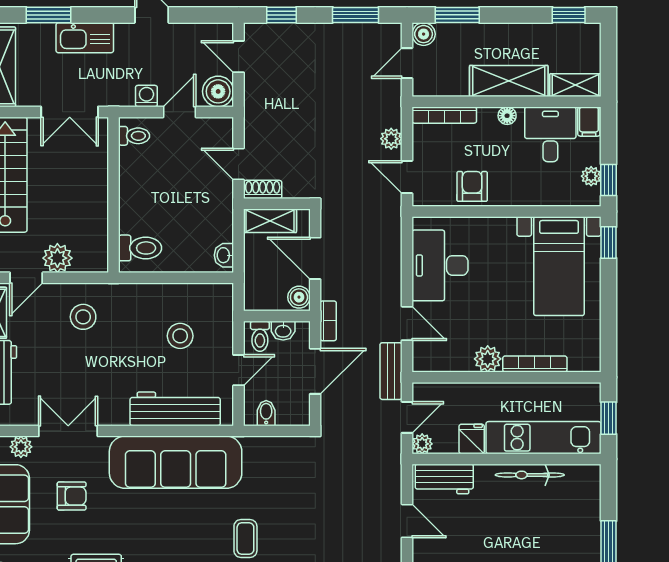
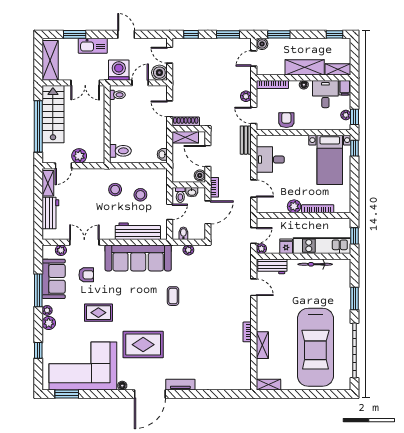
washing machine: (146, 96) -> (119, 70), width x1.89, depth x1.89
shoe rack: (263, 189) -> (186, 122), width x1.43
desk: (440, 265) -> (270, 160), width x0.73
stool: (83, 317) -> (115, 190), moved
bench: (391, 371) -> (246, 140), moved
plant: (276, 446) -> (188, 250), added

